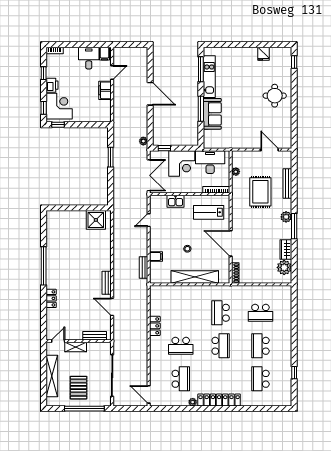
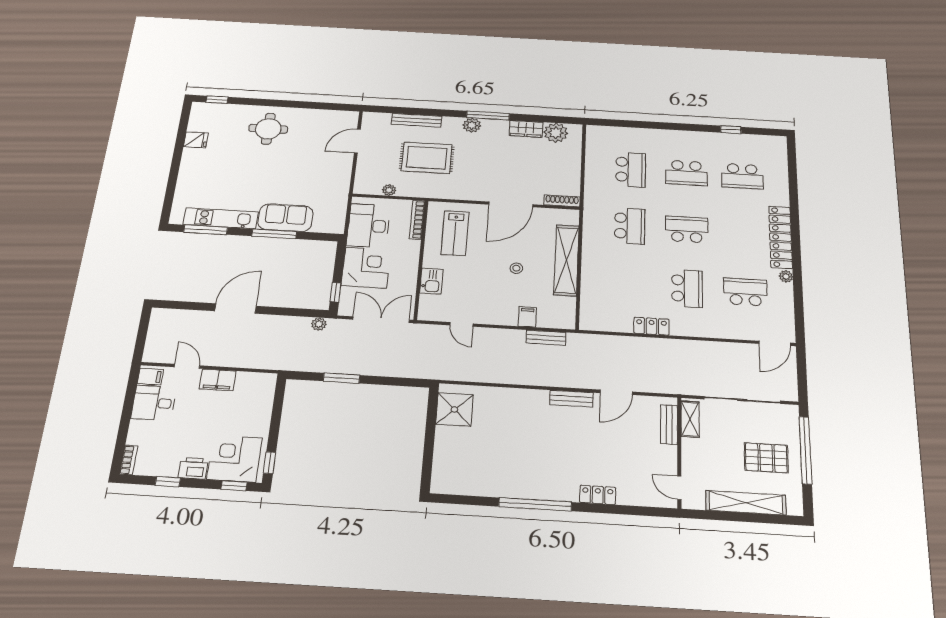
school desk: (221, 313) -> (630, 226), turned -90
shelving: (76, 347) -> (690, 419), moved

